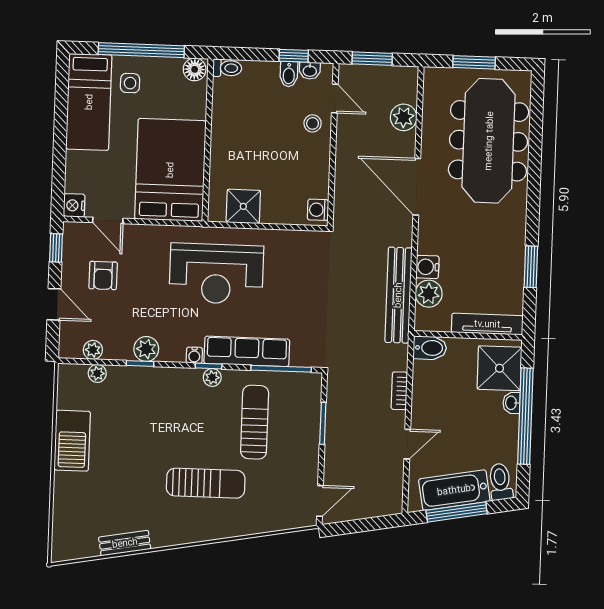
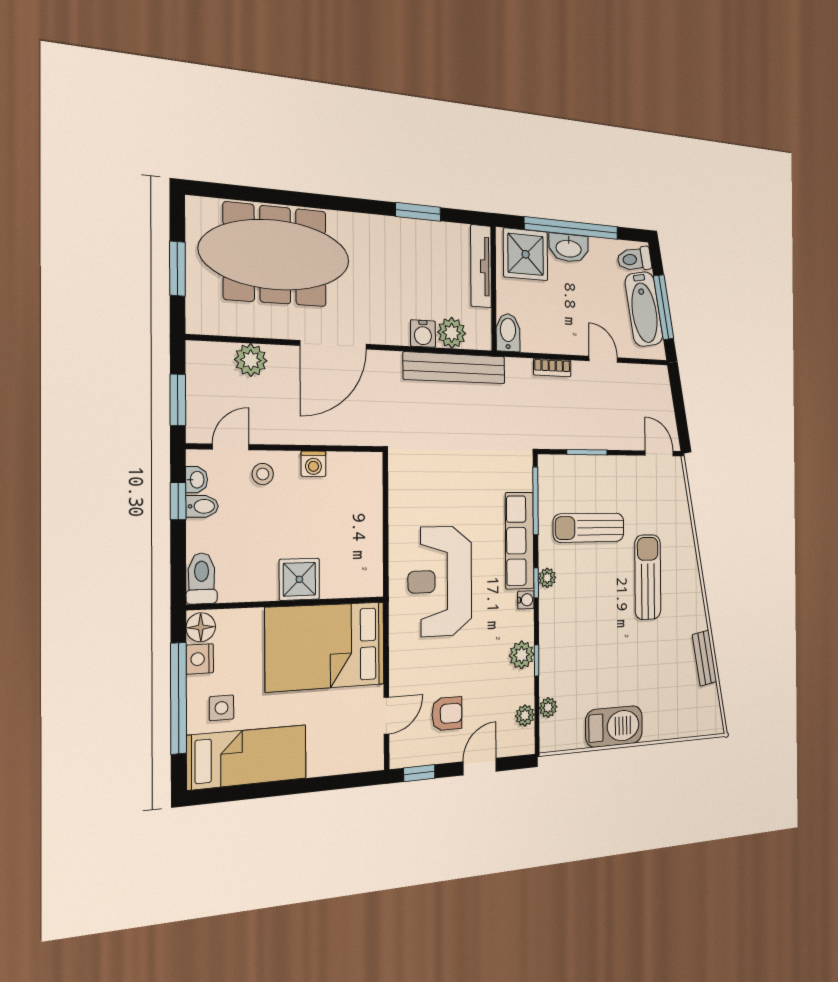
toilet: (227, 68) -> (202, 578), width x1.37, depth x1.39
nightstand: (74, 205) -> (200, 659), moved, turned 90
shower: (243, 206) -> (299, 579), moved
washing machine: (318, 210) -> (313, 464), moved
reception desk: (216, 274) -> (440, 581), turned 180
washbasin: (511, 403) -> (569, 248), width x1.91, depth x1.45

